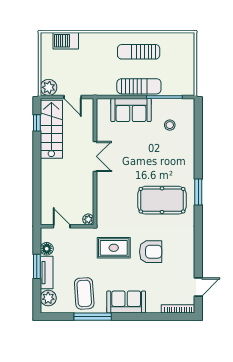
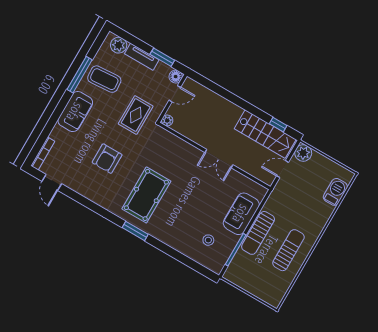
rug: (114, 248) -> (136, 115), moved
floor lamp: (47, 249) -> (176, 77), moved
window: (37, 266) -> (162, 57), moved

